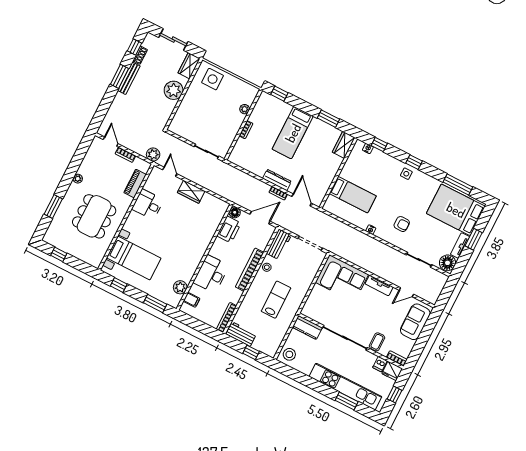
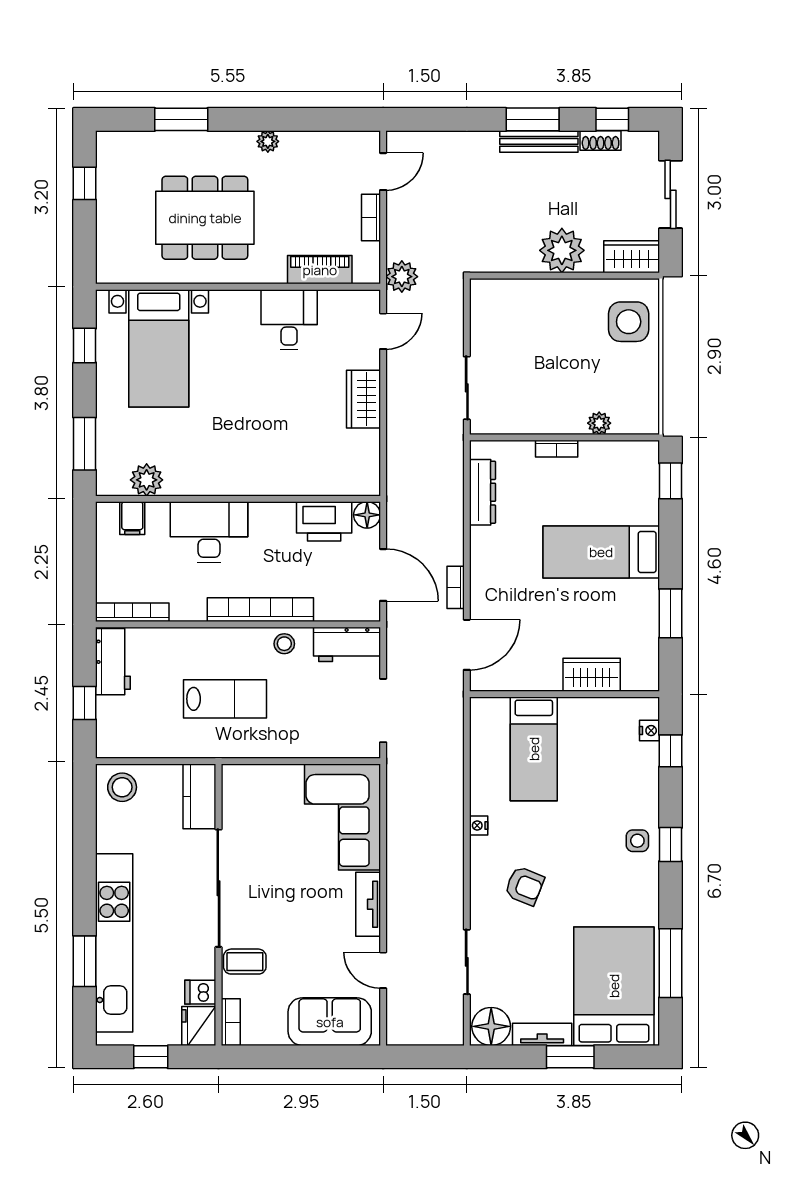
wardrobe: (344, 145) -> (592, 675), moved
dresser: (277, 180) -> (482, 492), moved
armchair: (402, 224) -> (524, 886), turned -68

